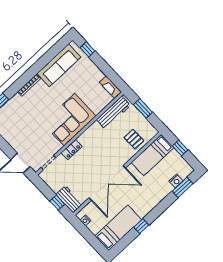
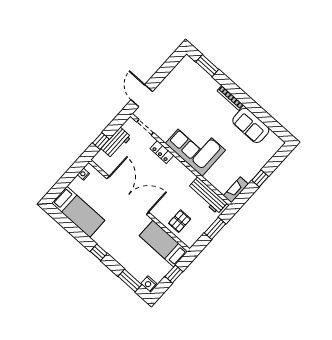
window: (87, 49) -> (260, 178), moved
sofa: (59, 65) -> (251, 125), width x0.73
nightstand: (176, 181) -> (149, 284), moved
double door: (107, 183) -> (128, 195), swing flipped
workbench: (69, 199) -> (116, 143), moved
window: (141, 226) -> (99, 252), moved

